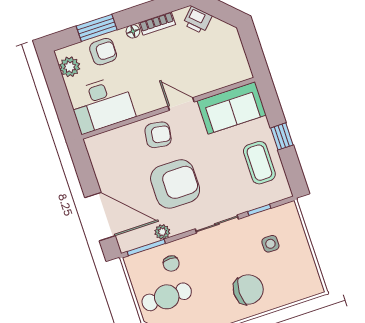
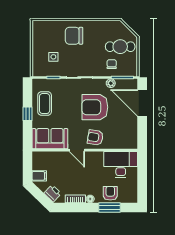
filing cabinet: (229, 41) -> (39, 176), added
armchair: (103, 52) -> (110, 193), turned 90
plant: (70, 67) -> (131, 191), removed

